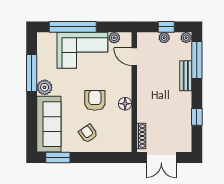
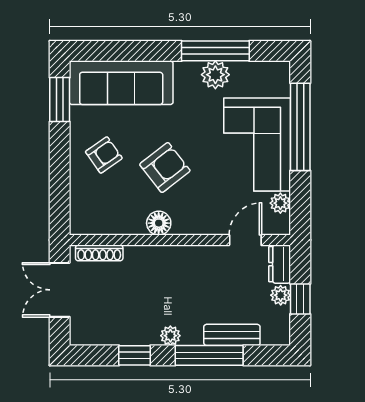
dresser: (147, 38) -> (280, 264), added
plant: (186, 38) -> (170, 336), moved
window: (197, 60) -> (209, 355), moved
bench: (186, 76) -> (232, 335), moved
plant: (45, 87) -> (215, 75), moved
armchair: (95, 100) -> (165, 167), turned -38

